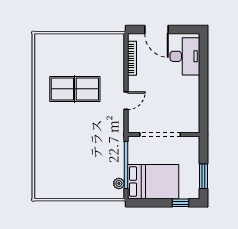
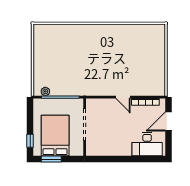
table tennis table: (75, 89) -> (121, 56), removed
door: (126, 101) -> (123, 97), moved
bed: (153, 182) -> (55, 136), moved, turned 180

